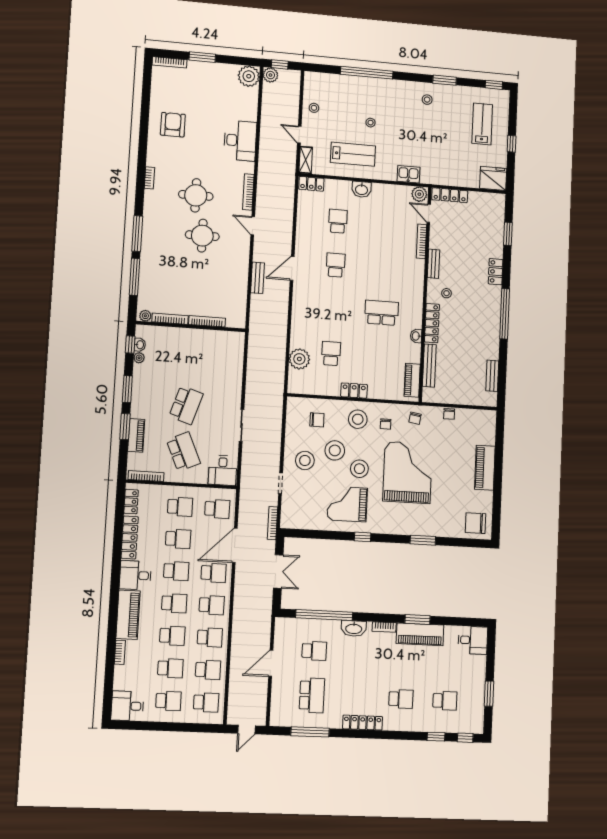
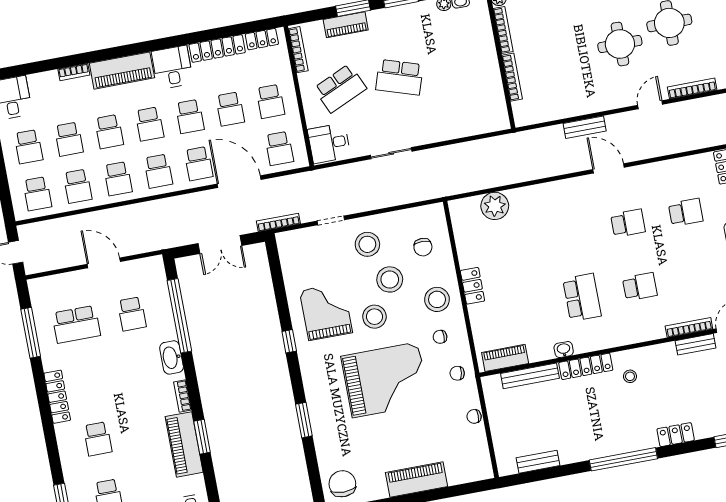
bench: (434, 264) -> (695, 344), moved
school desk: (331, 353) -> (640, 287), moved

